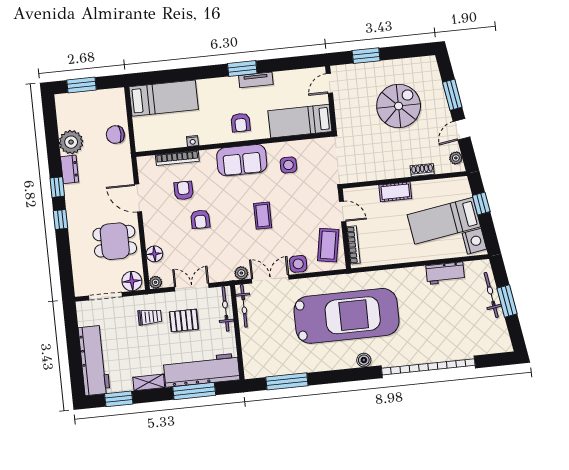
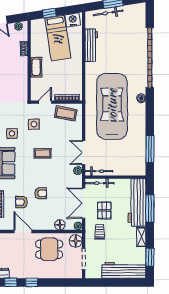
door: (138, 198) -> (23, 232), swing flipped
dining table: (115, 241) -> (49, 249), turned 90
side table: (298, 264) -> (34, 124), moved
workbench: (445, 273) -> (91, 45), width x1.38
double door: (192, 287) -> (84, 203), width x1.37

